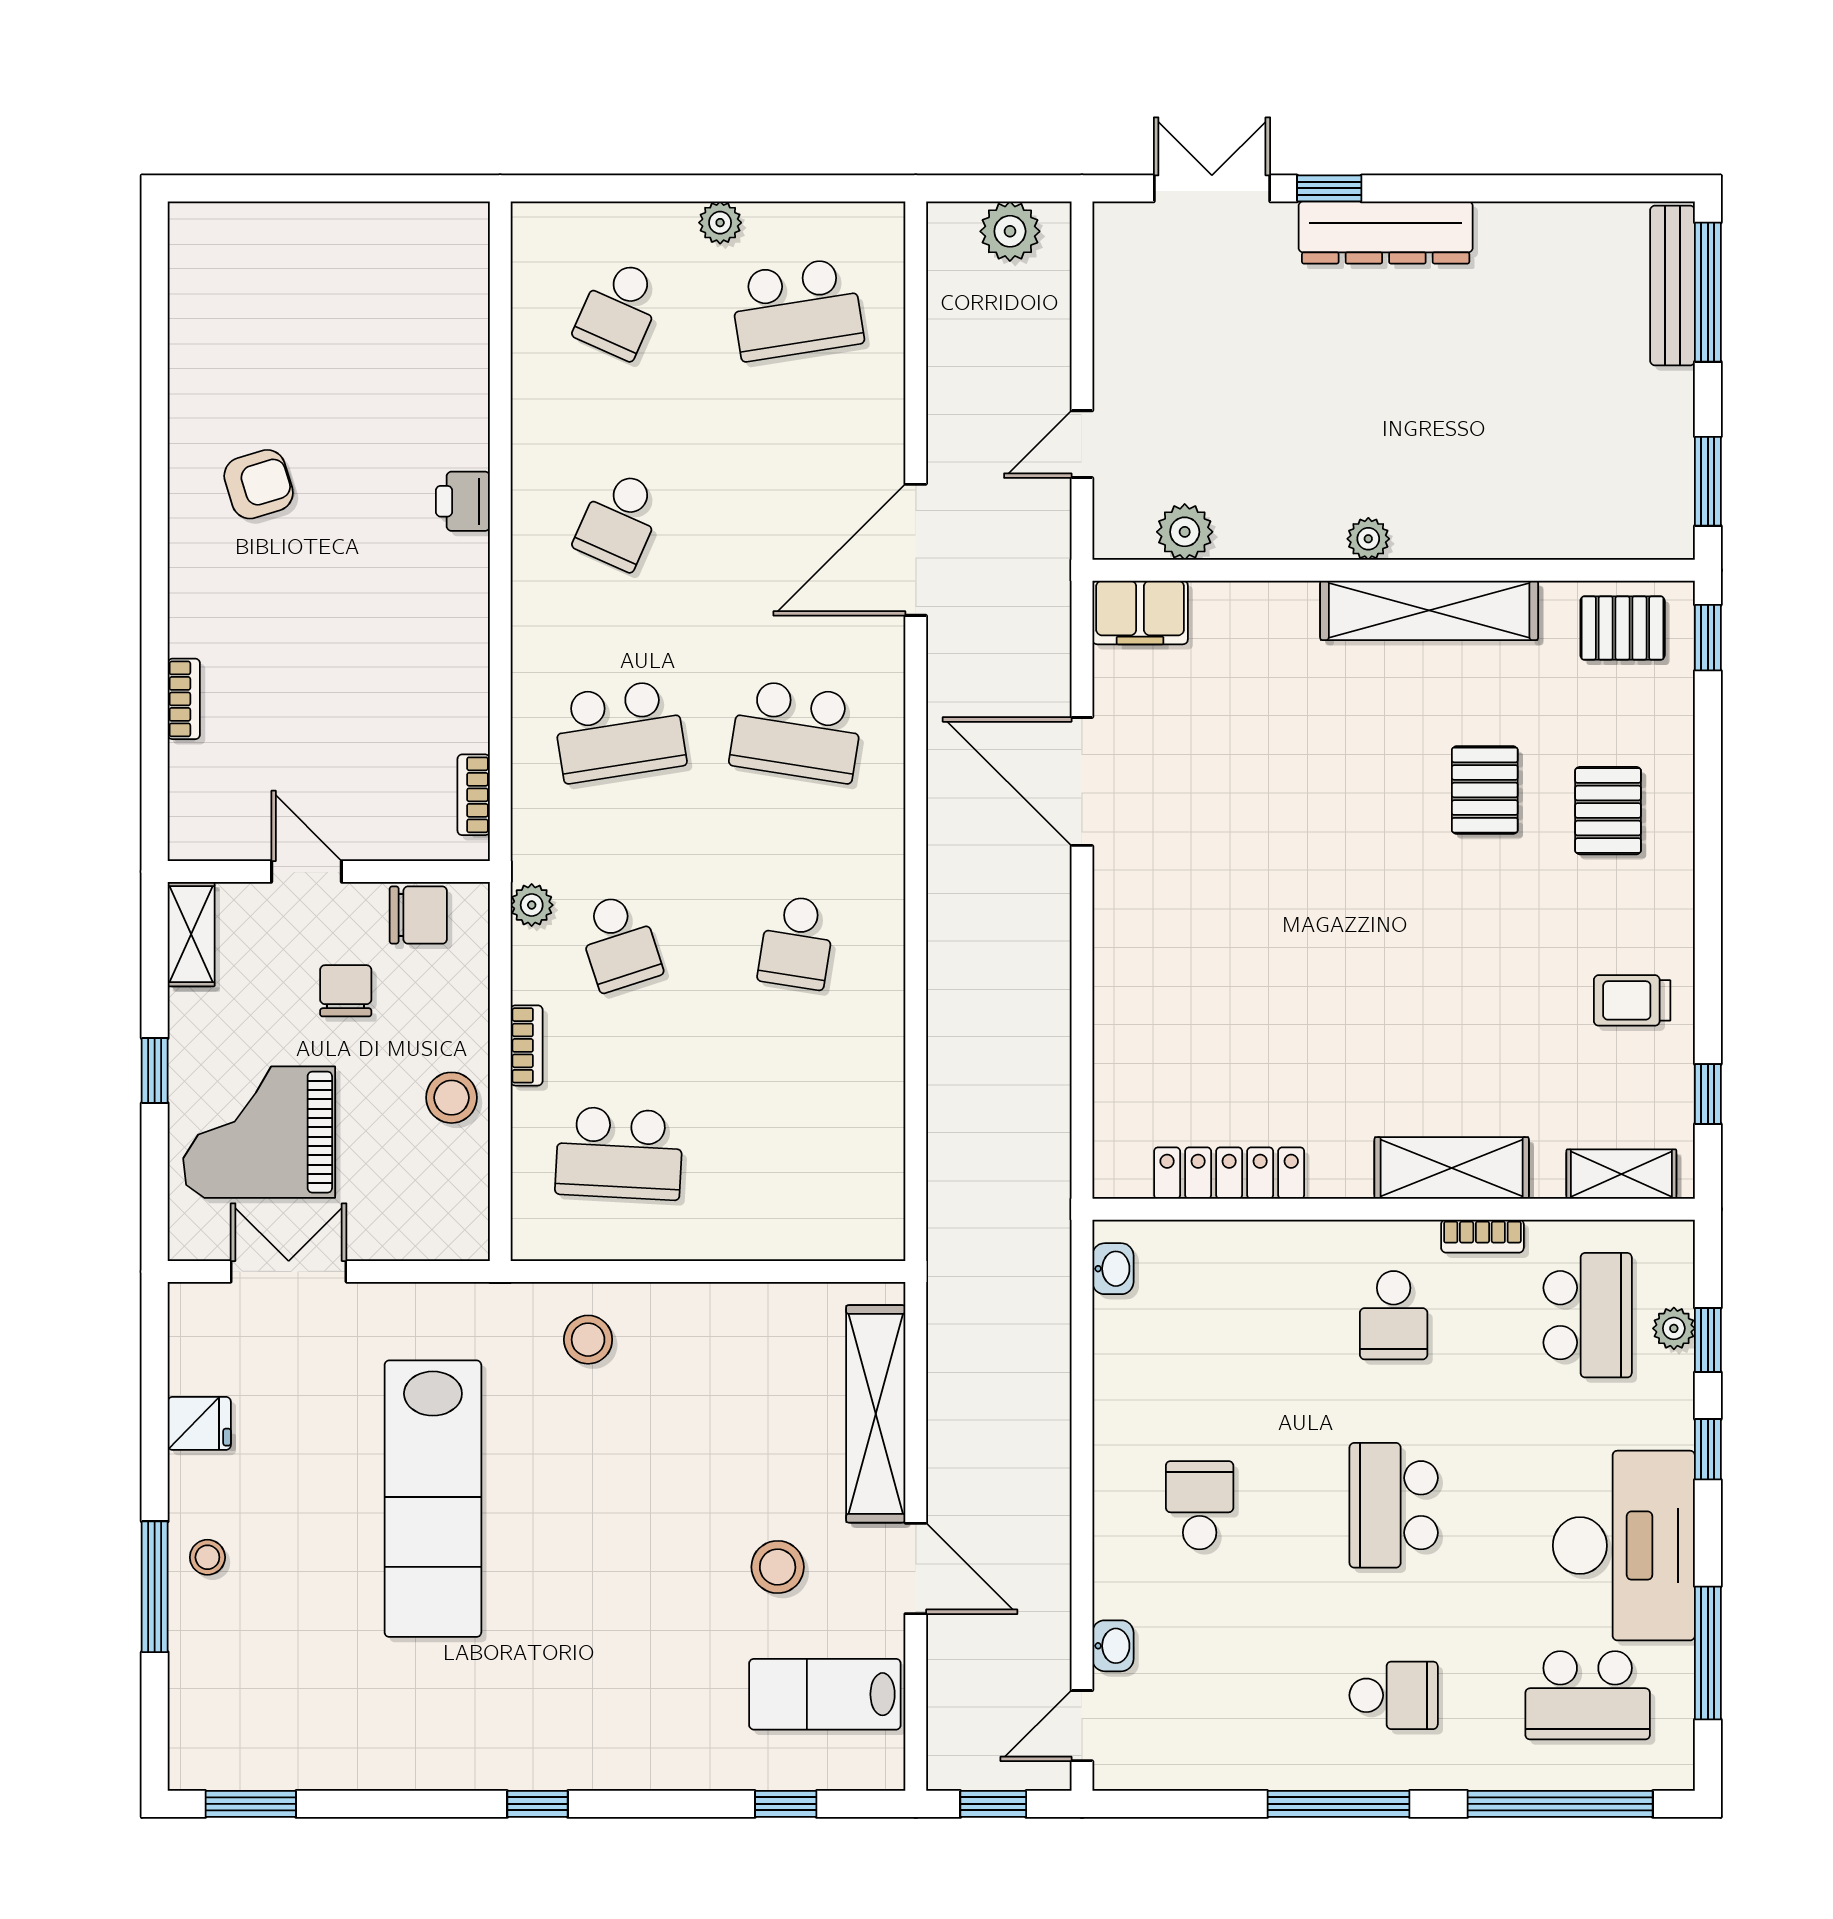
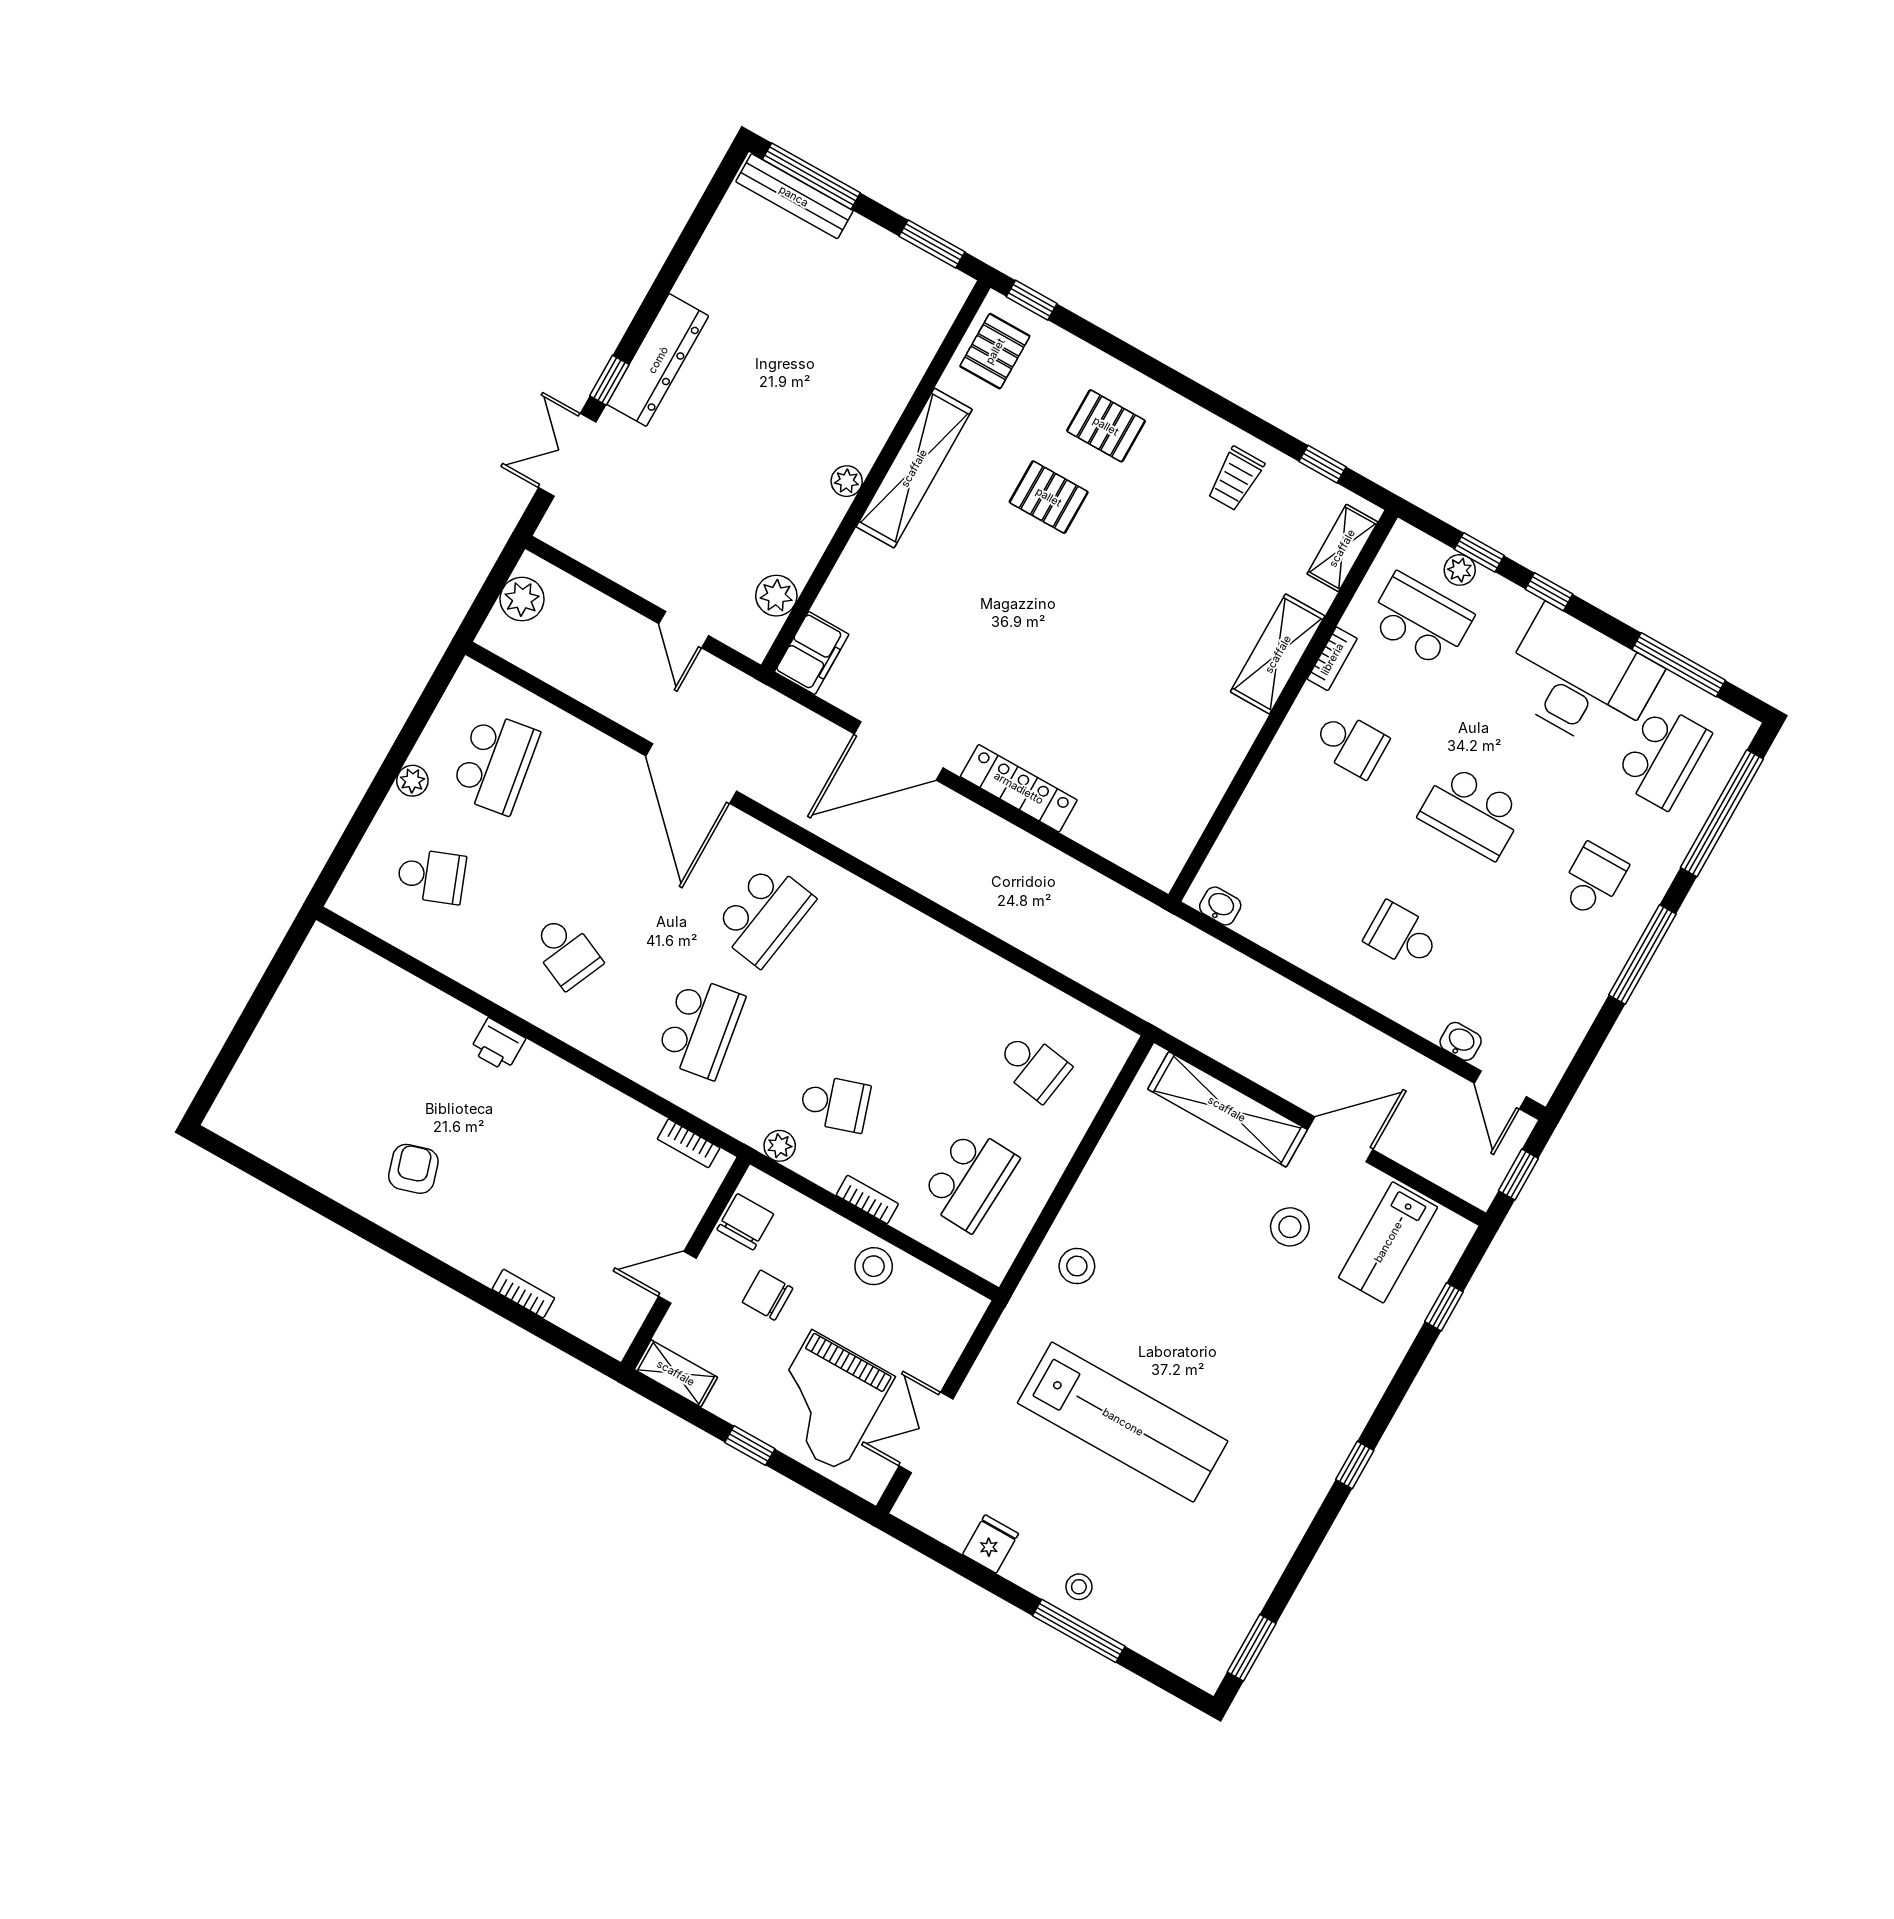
school desk: (619, 309) -> (431, 876), turned -45
school desk: (797, 942) -> (1033, 1066), moved
locker: (1229, 1173) -> (1019, 788), moved, turned 90

